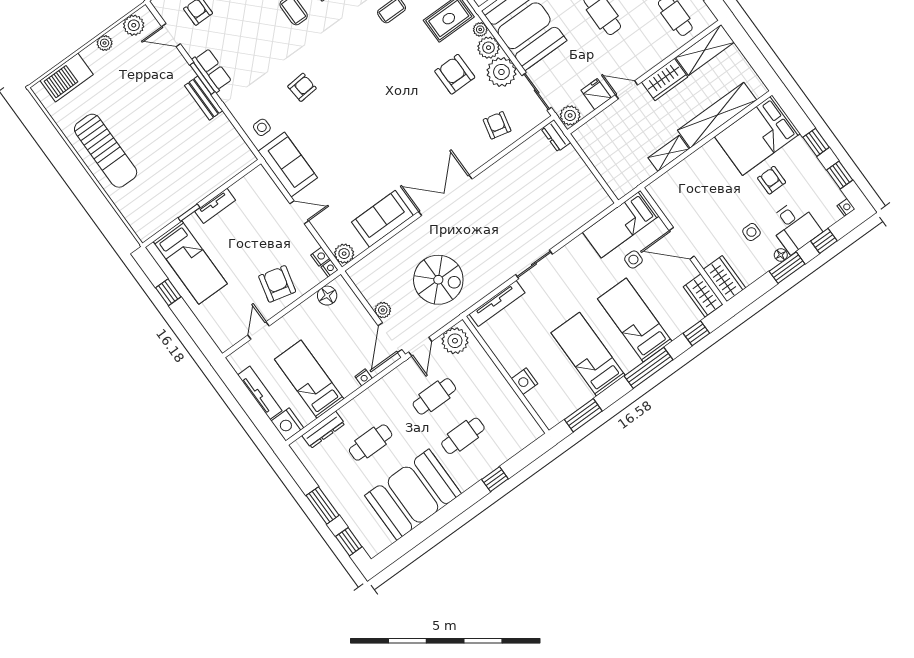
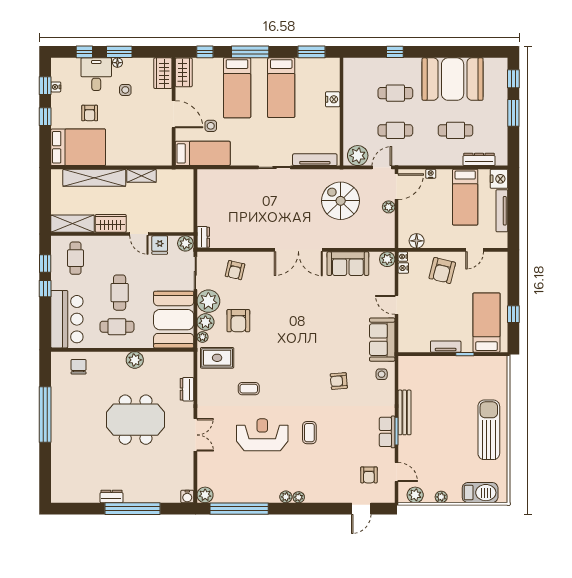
bench: (204, 98) -> (405, 412), width x1.36
nightstand: (846, 207) -> (56, 87), moved

